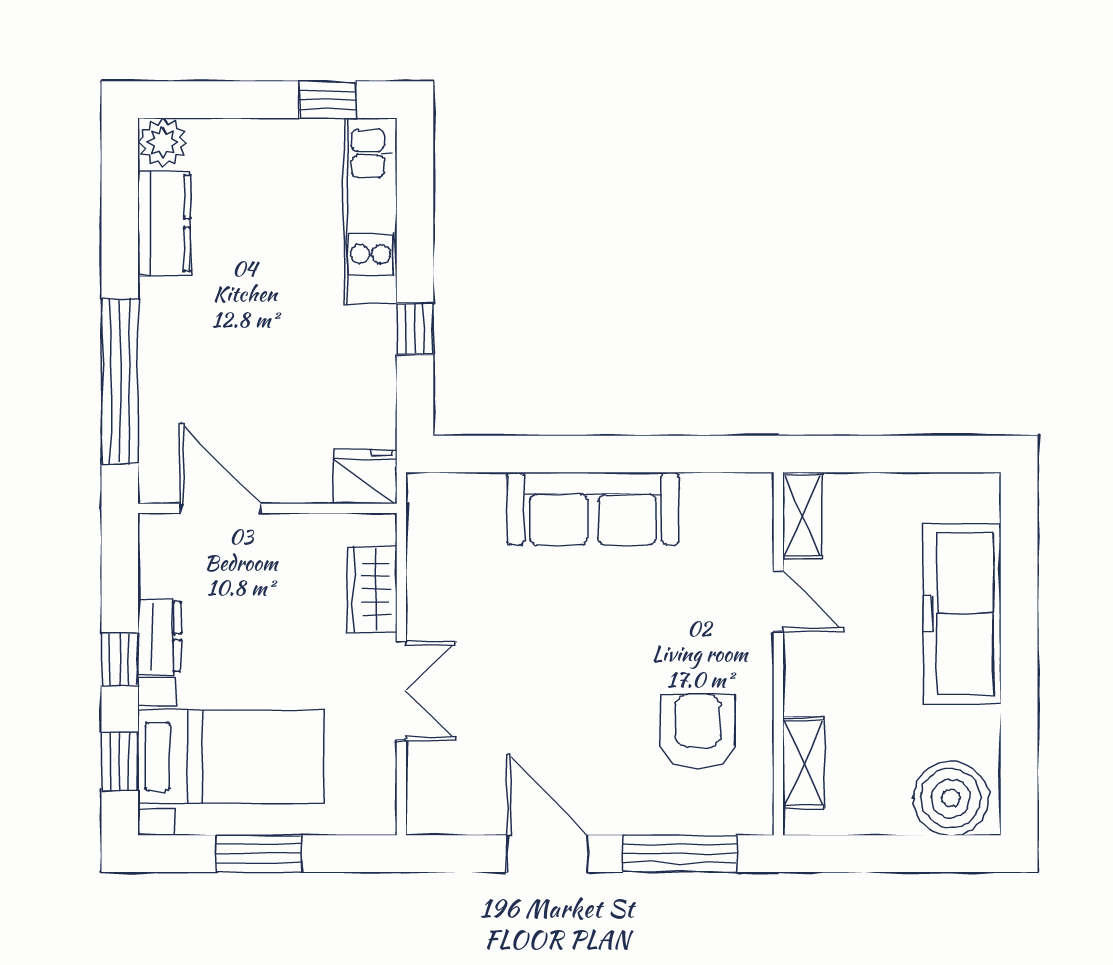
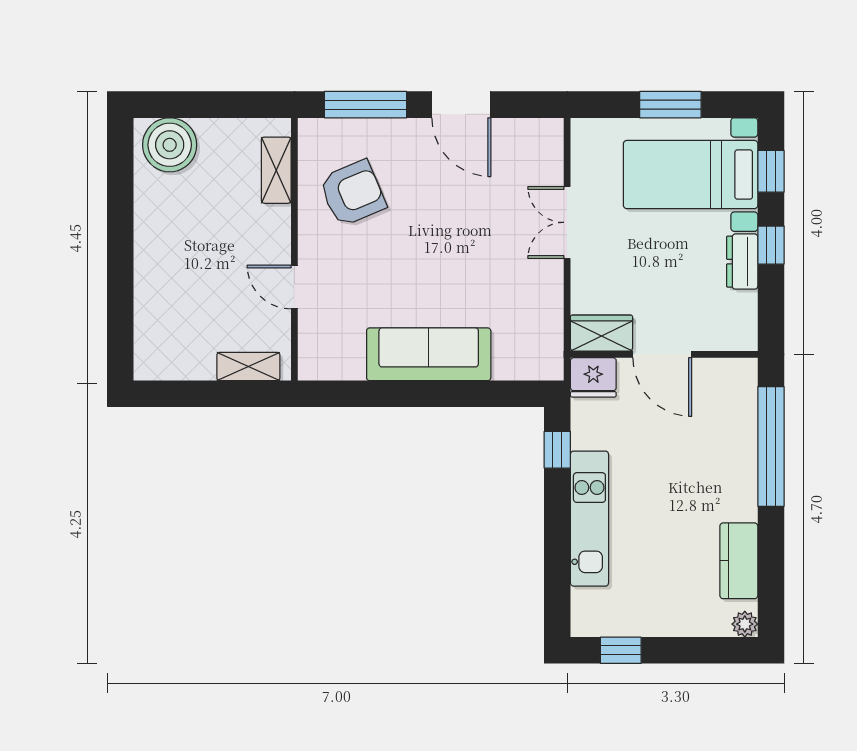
plant: (163, 142) -> (745, 624), width x0.73, depth x0.73
kitchen unit: (371, 211) -> (589, 519), moved
window: (415, 329) -> (557, 450), moved
door: (220, 508) -> (662, 354), moved
shelving: (803, 516) -> (248, 366), moved, turned 90
wardrobe: (372, 589) -> (601, 333), moved, turned -90
freezer: (962, 614) -> (161, 278), removed
armchair: (698, 731) -> (353, 193), turned -113

